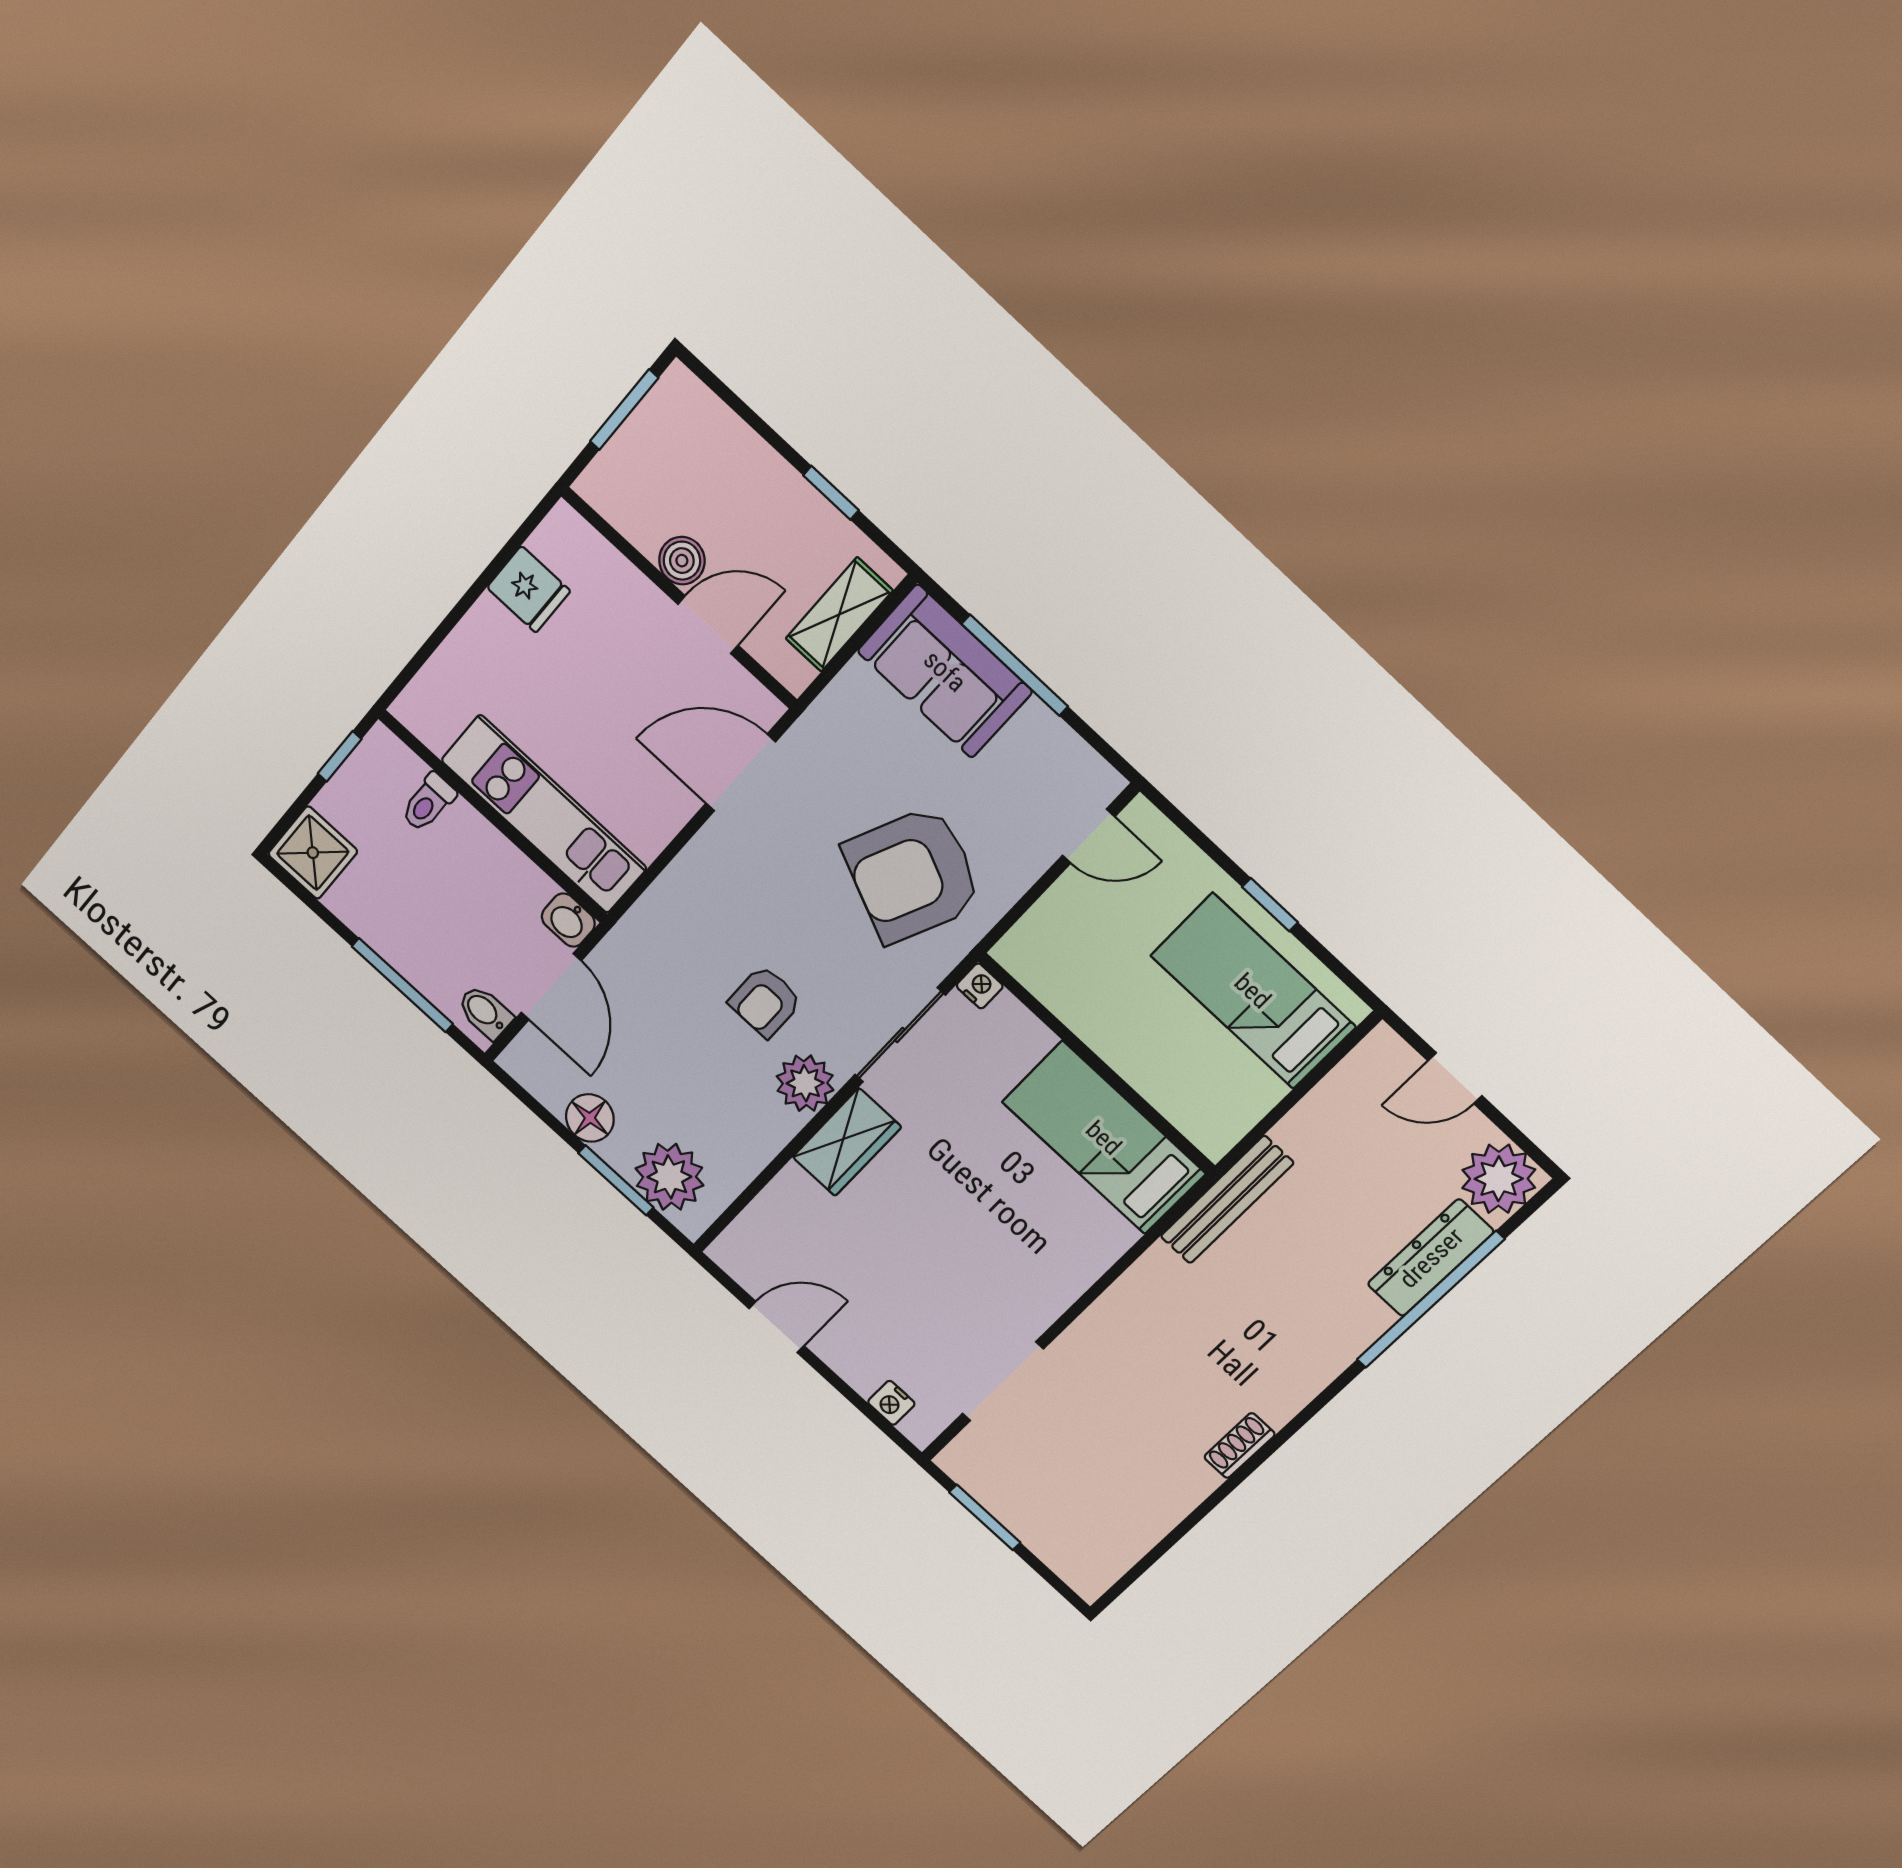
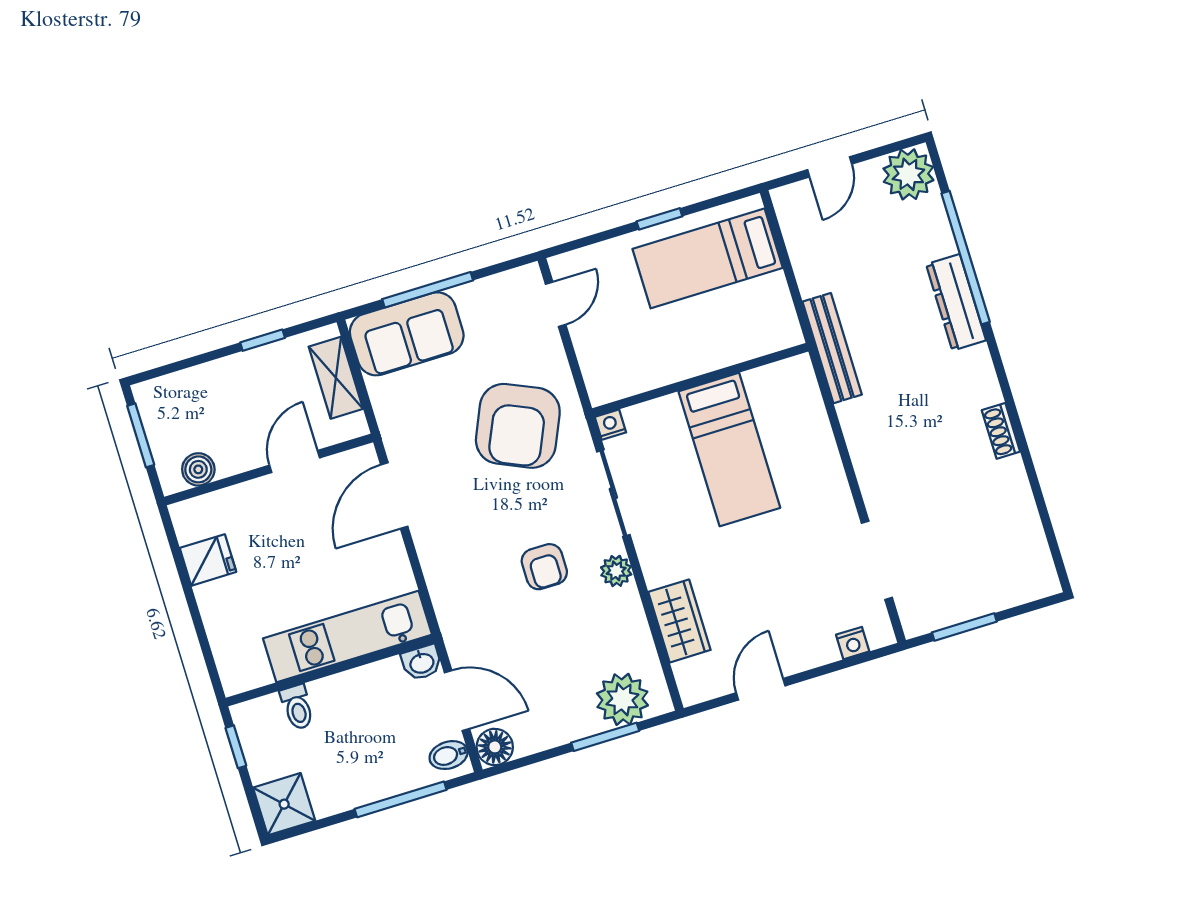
boiler: (682, 561) -> (198, 469), moved
plant: (805, 1083) -> (616, 571), width x0.73, depth x0.73
floor lamp: (590, 1118) -> (495, 747), moved
bed: (1104, 1138) -> (729, 450), moved, turned -90
wardrobe: (847, 1142) -> (679, 621), moved
dresser: (1431, 1258) -> (956, 302), moved

